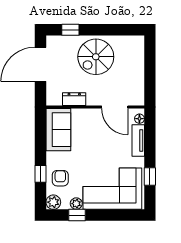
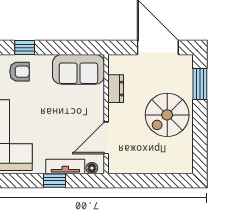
window: (70, 30) -> (200, 84), width x1.50
spiral stairs: (96, 57) -> (167, 115), turned -90
window: (150, 176) -> (54, 181), moved

